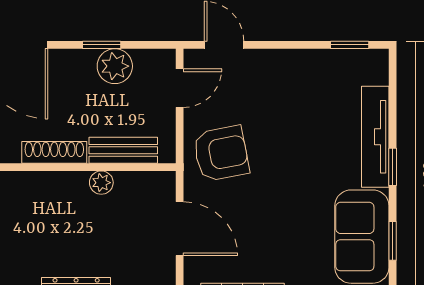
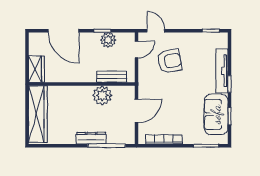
shoe rack: (54, 152) -> (82, 78), removed
armchair: (221, 153) -> (170, 61), moved
plant: (101, 183) -> (102, 95), width x1.88, depth x1.88
door: (180, 229) -> (136, 111), hinge flipped

